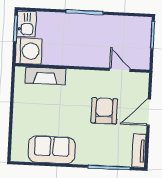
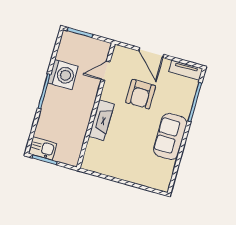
washing machine: (29, 51) -> (63, 75), moved, turned 90
fireplace: (45, 76) -> (101, 120), moved
armchair: (104, 111) -> (141, 94), turned -90
sofa: (52, 150) -> (170, 136), moved

